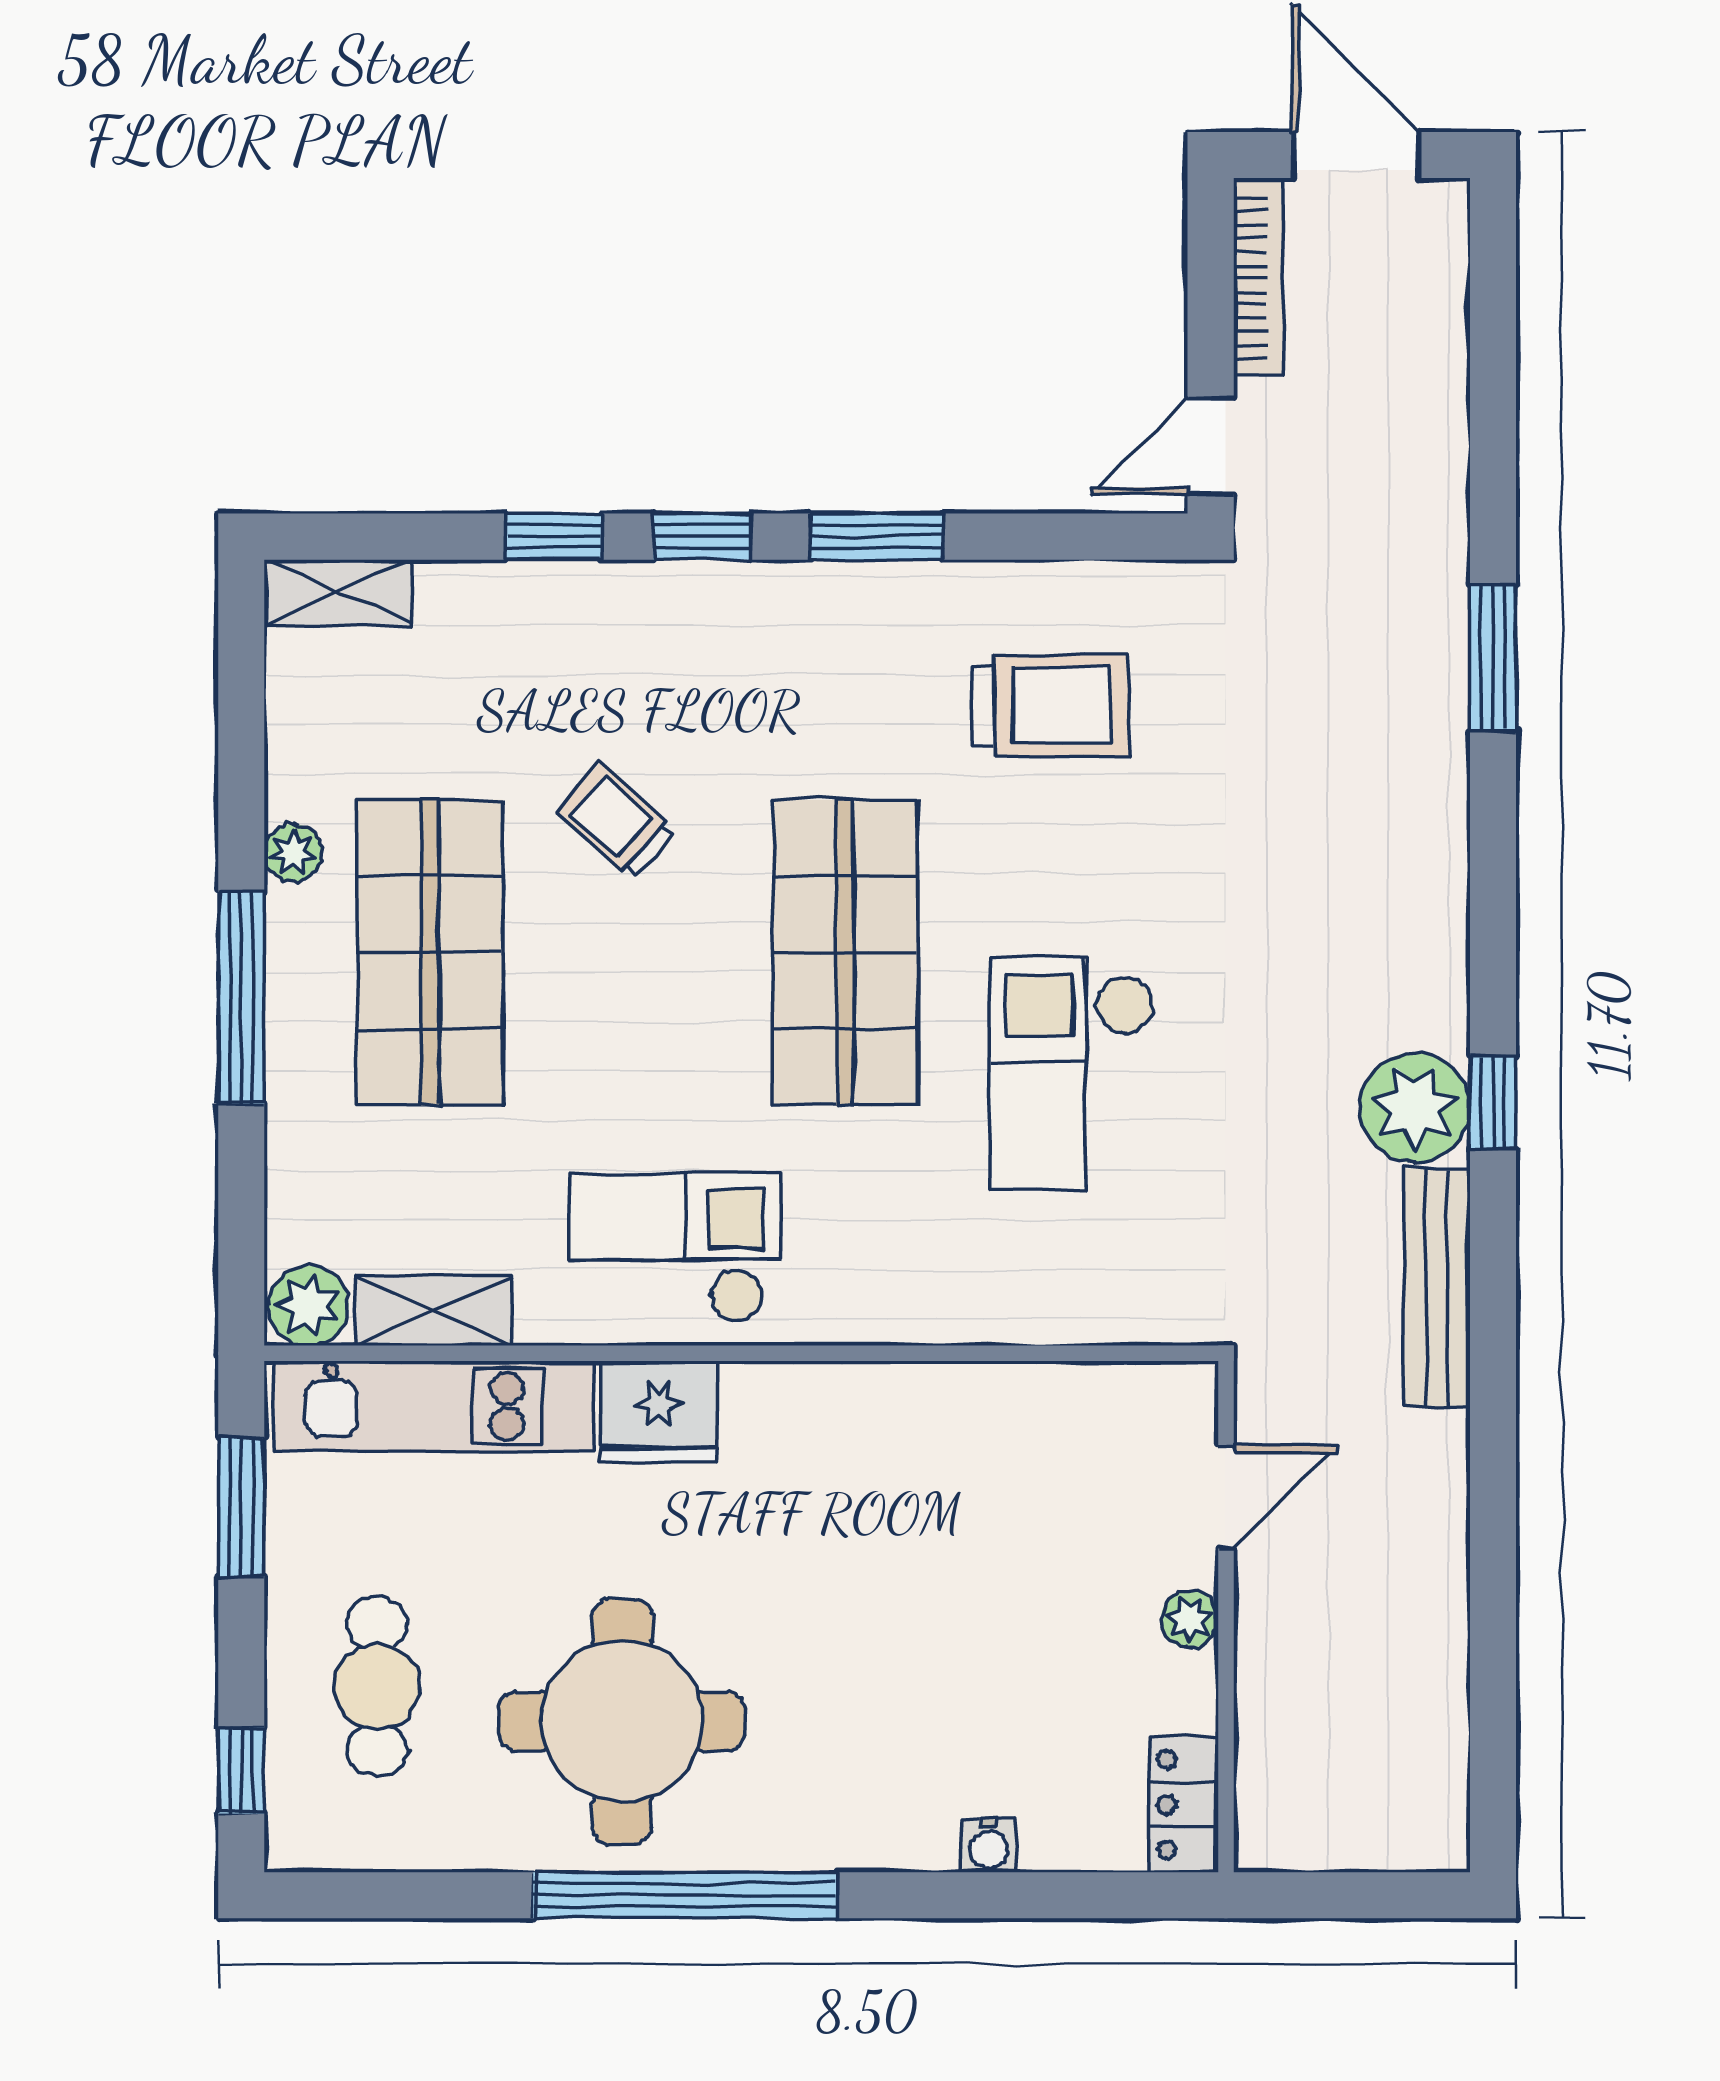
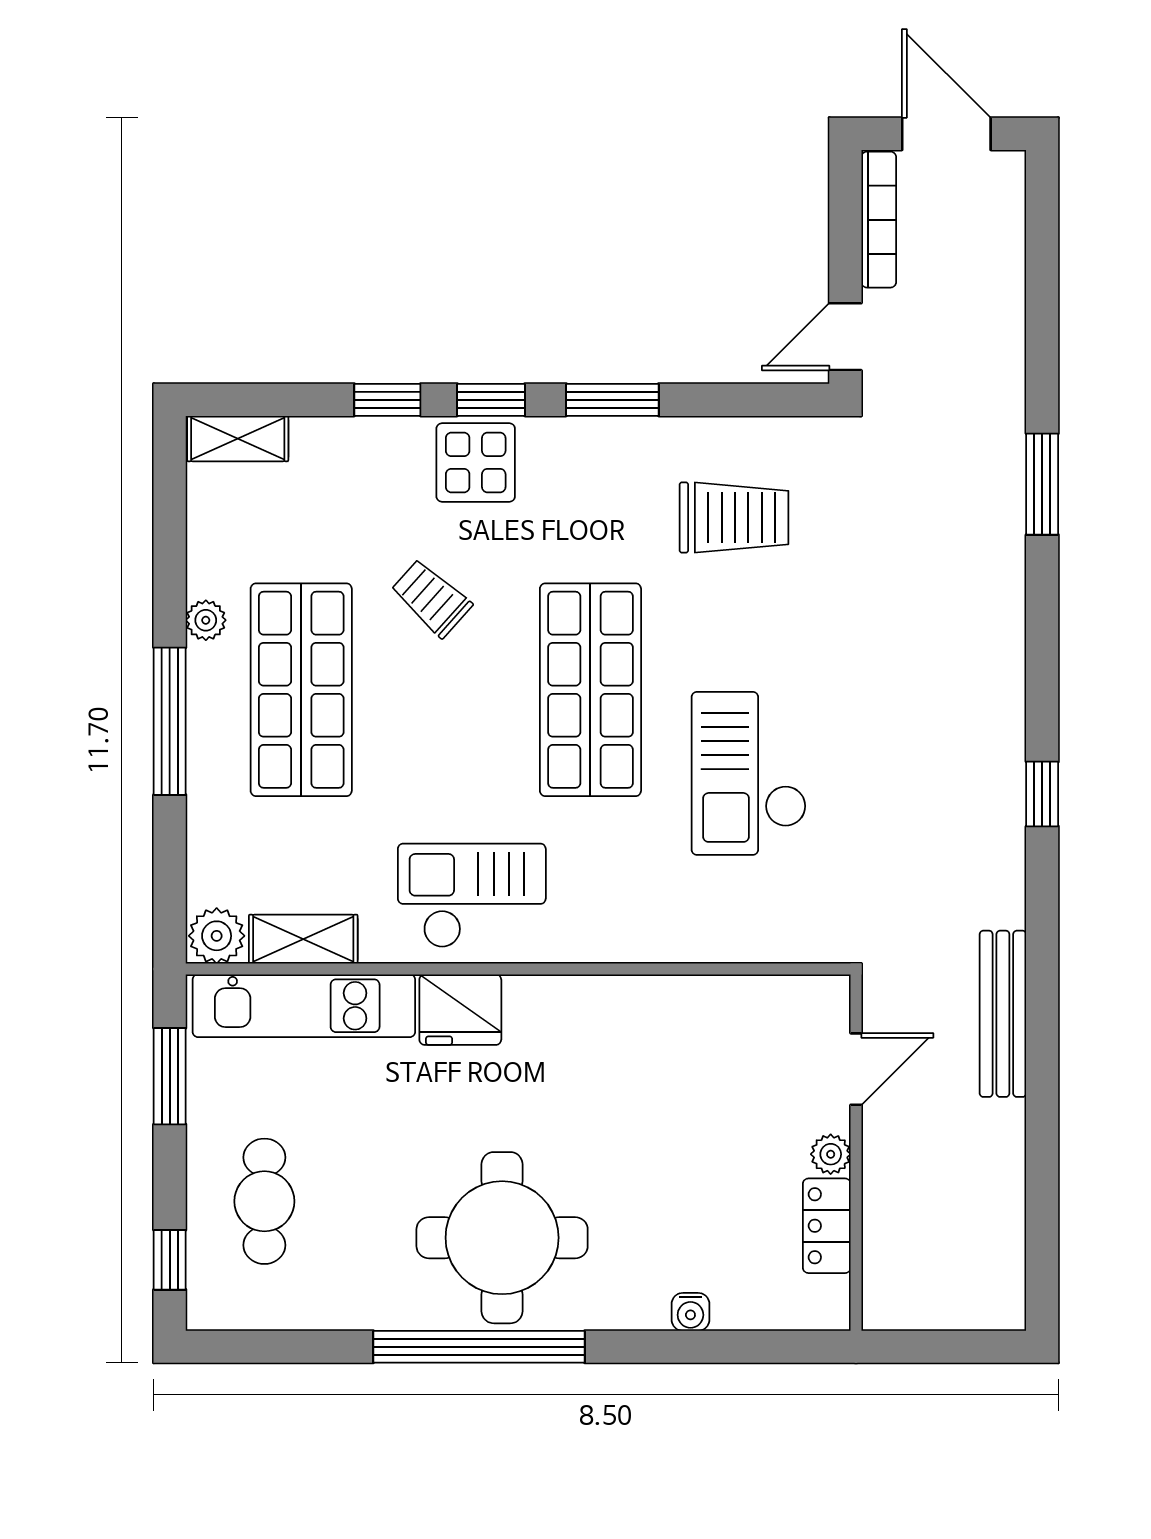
display table: (680, 627) -> (476, 463), added
plant: (1415, 1107) -> (988, 798), removed
bench: (1437, 1288) -> (1003, 1014), moved
round table: (622, 1721) -> (502, 1238), moved
locker: (1184, 1805) -> (827, 1226), moved

